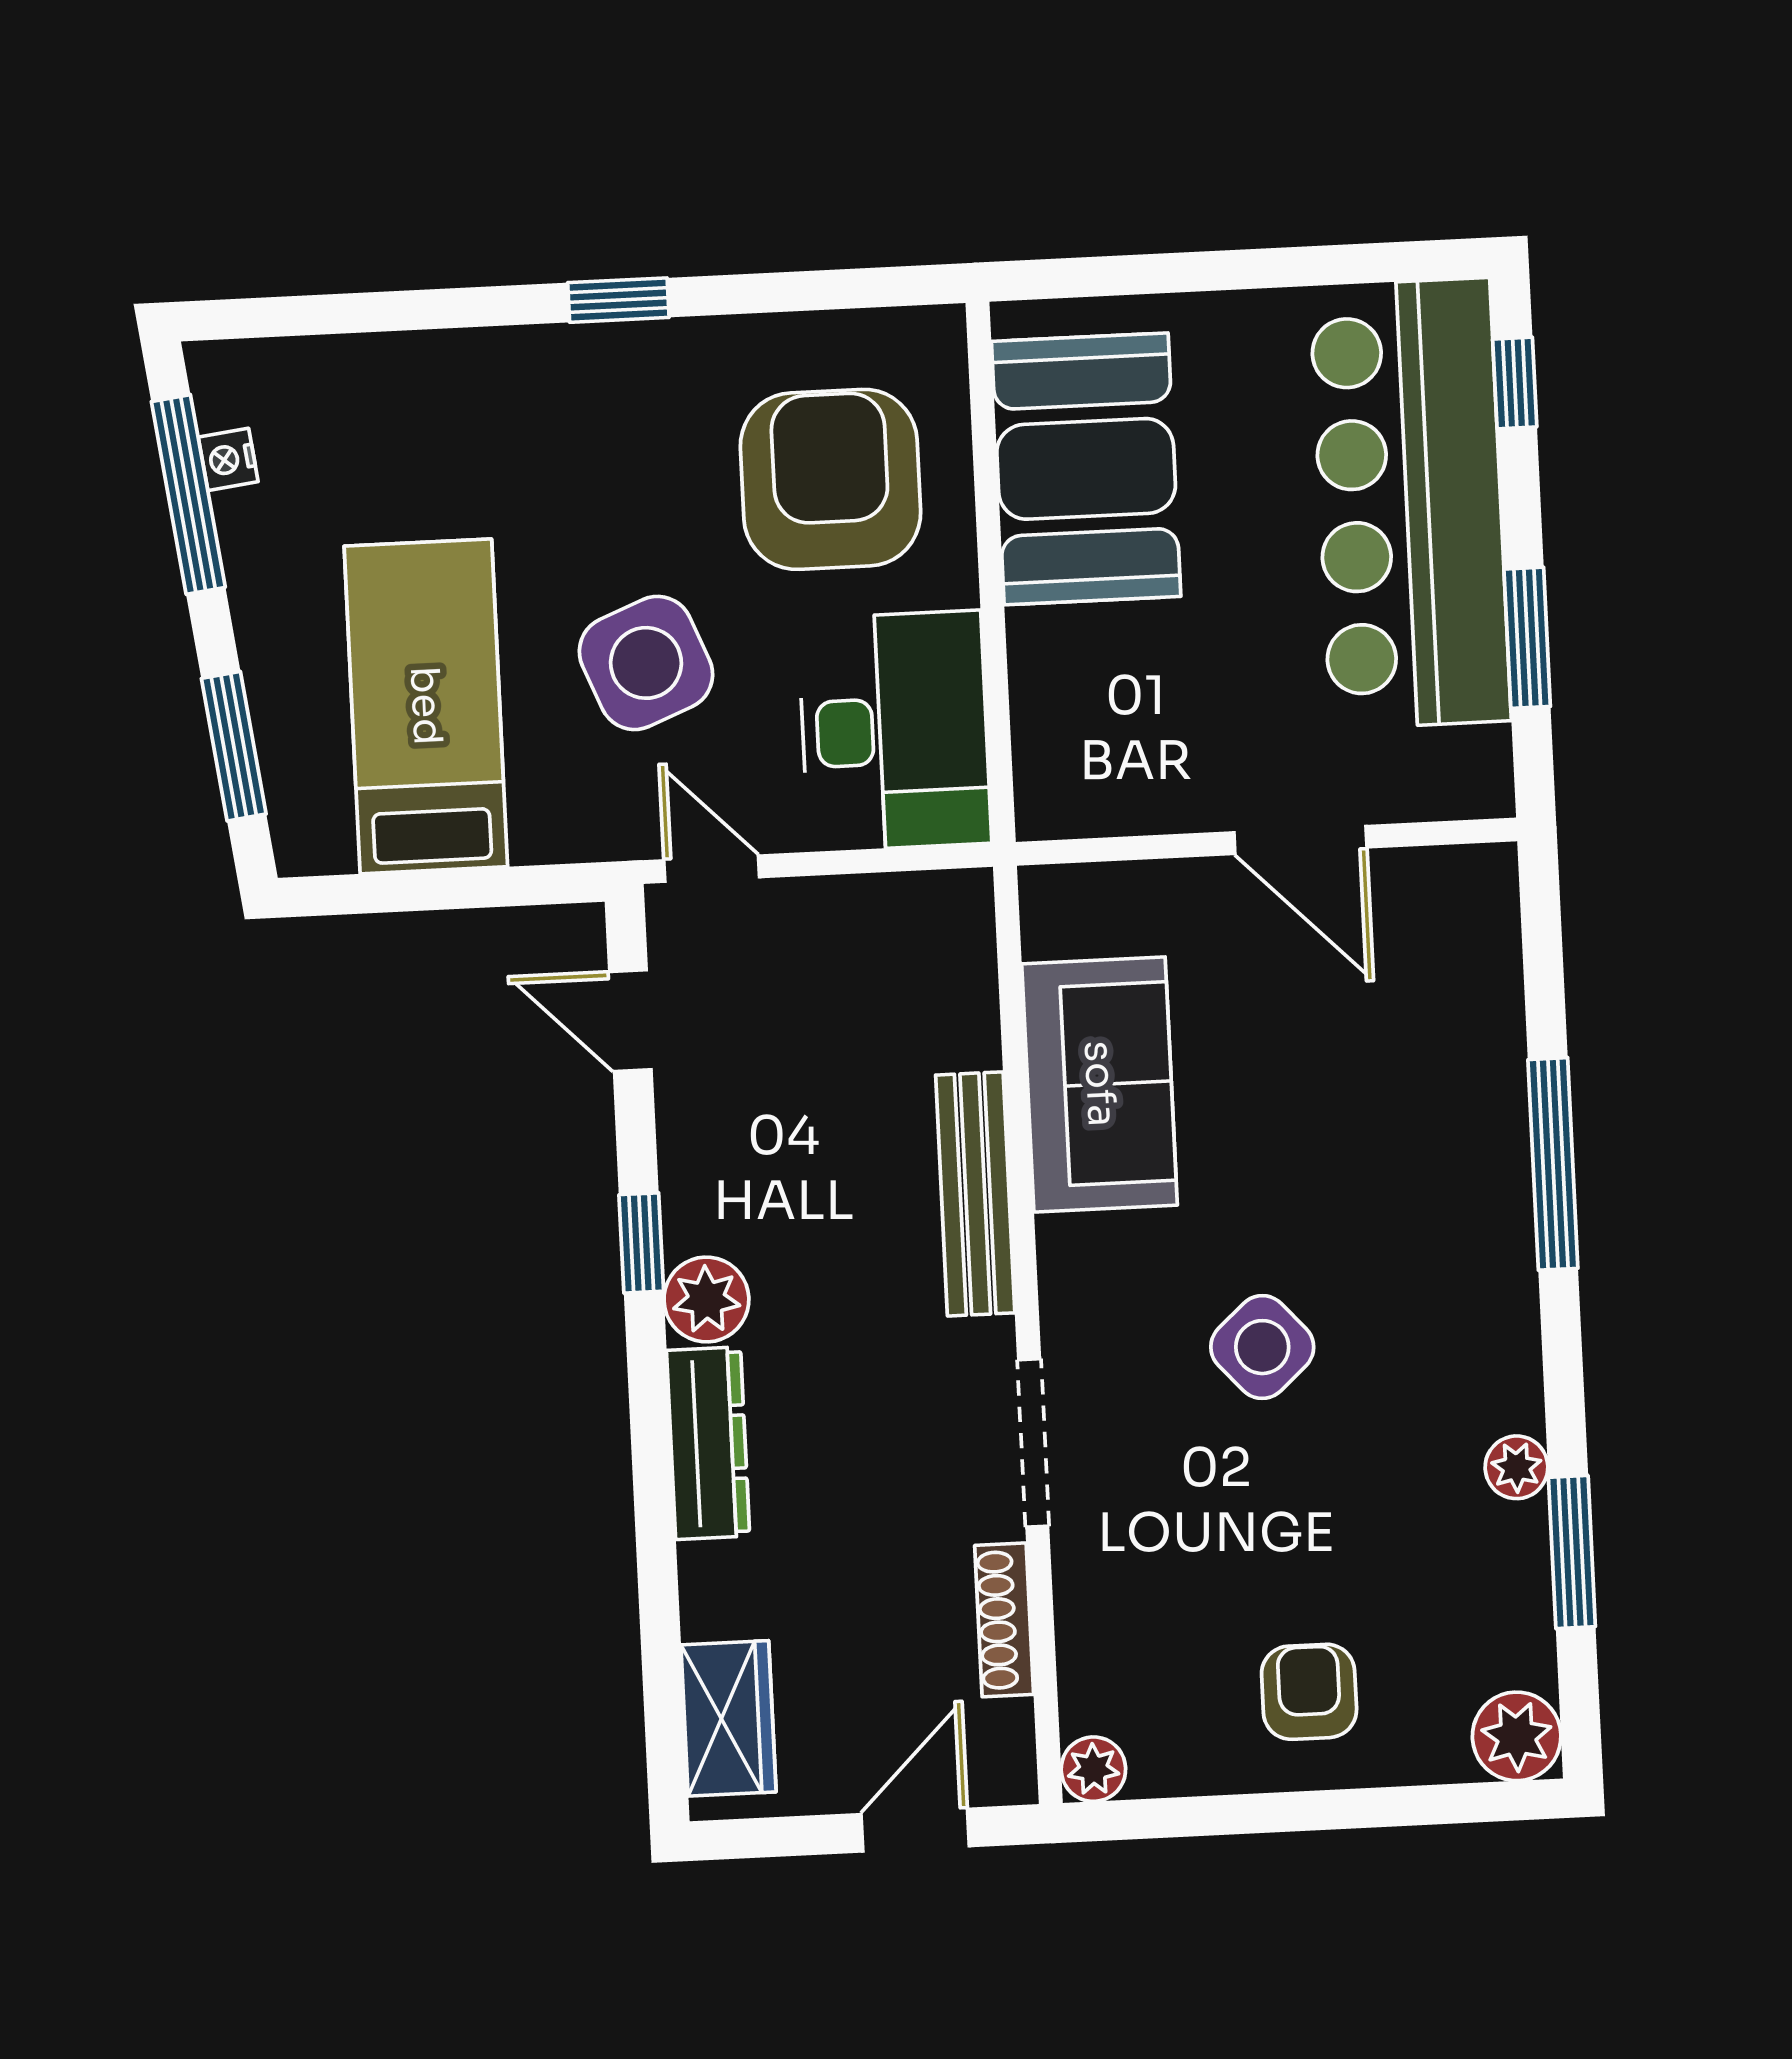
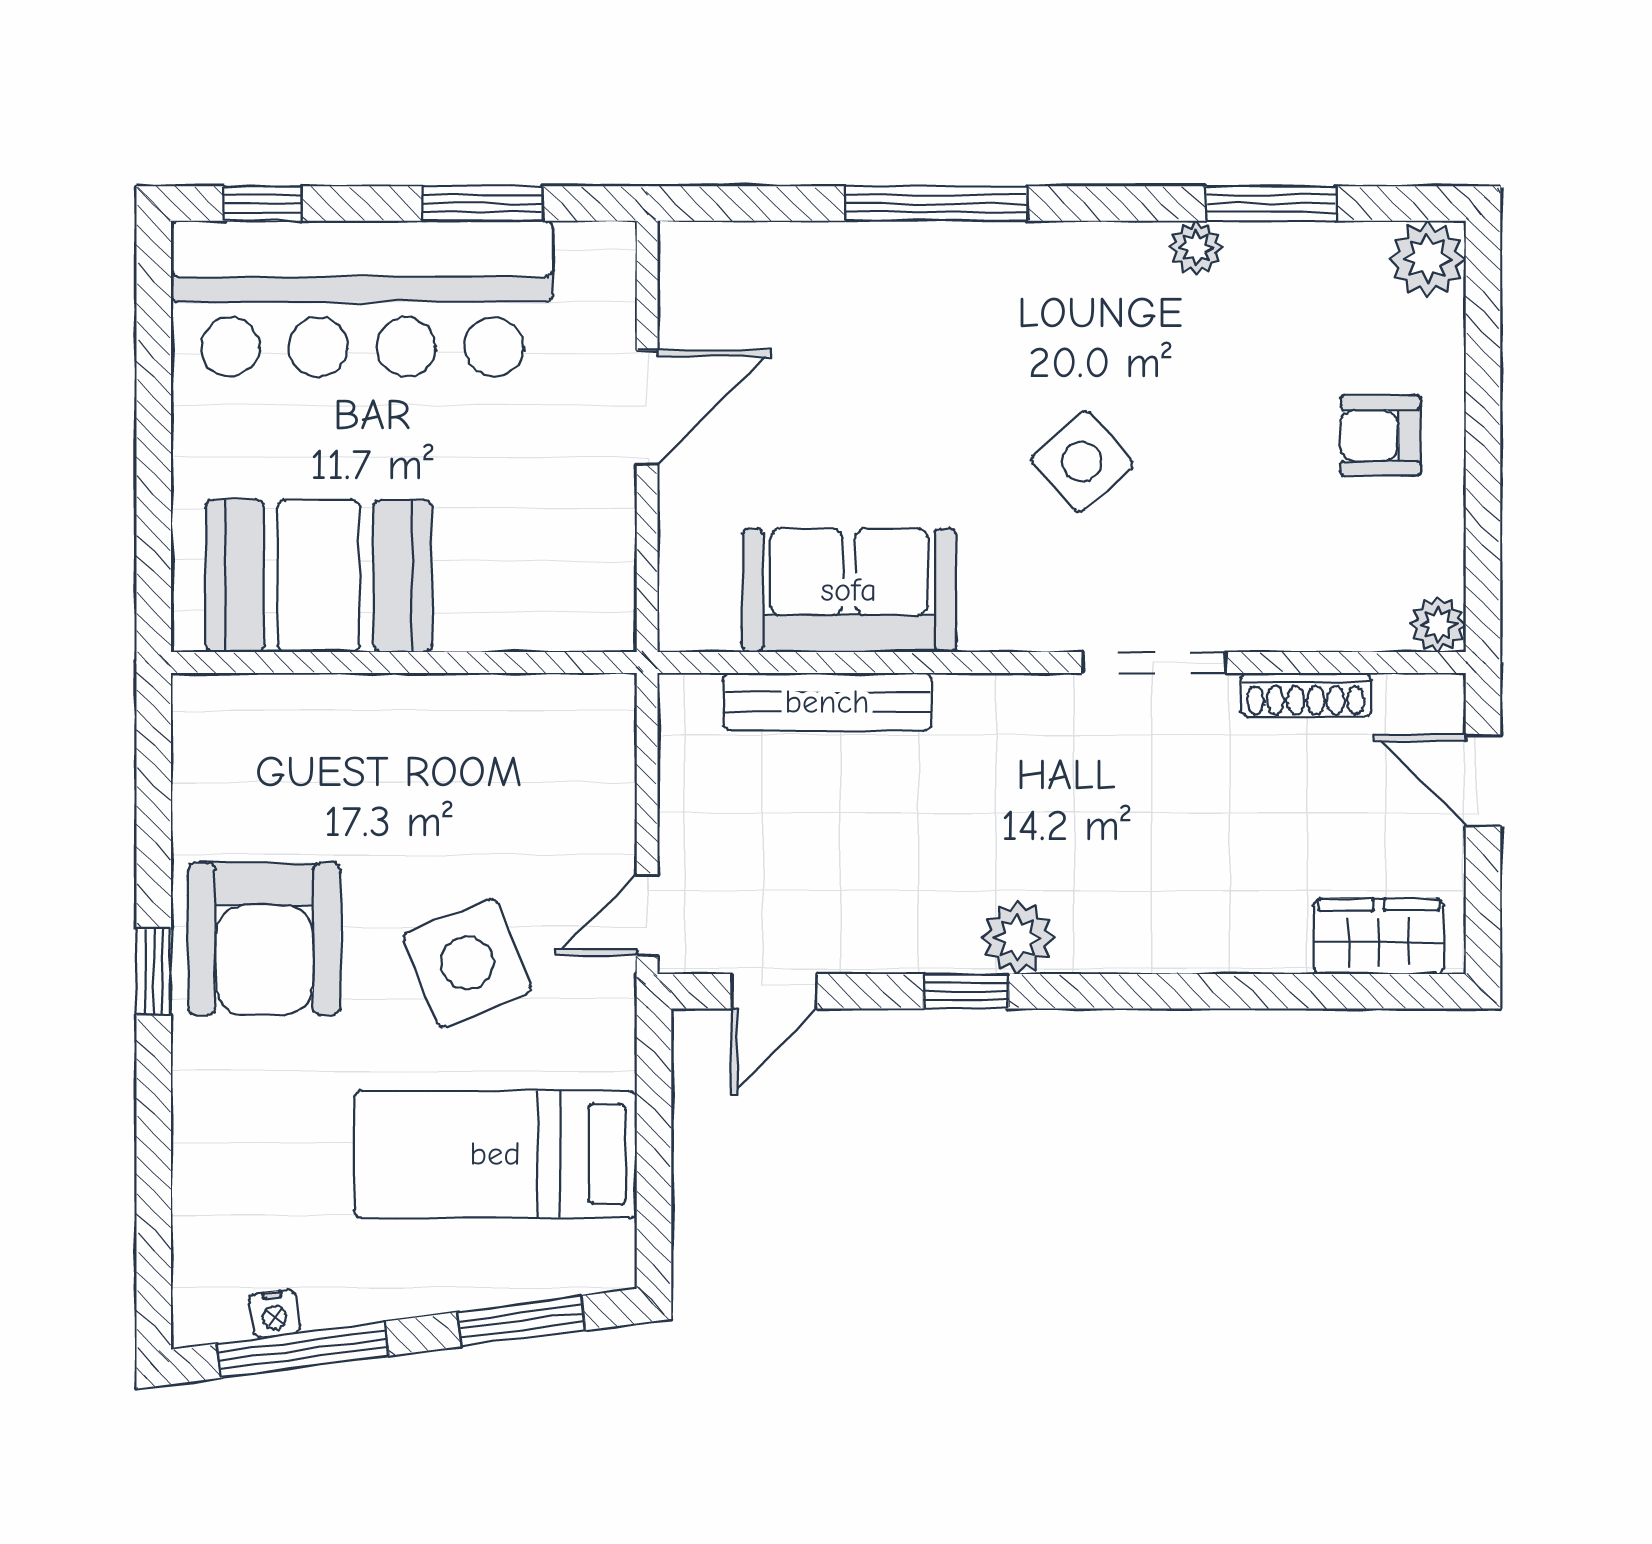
armchair: (831, 479) -> (264, 939), moved, turned -90
desk: (895, 731) -> (536, 752), removed
bench: (975, 1194) -> (827, 702), moved
dresser: (708, 1443) -> (1141, 942), removed

